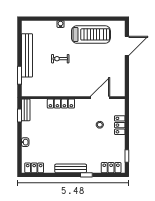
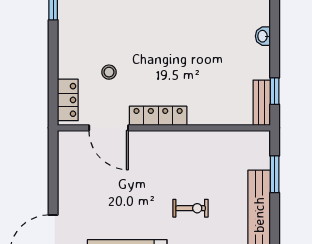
door: (100, 98) -> (109, 128), hinge flipped
locker: (61, 104) -> (158, 116), moved
locker: (120, 125) -> (68, 100), moved

